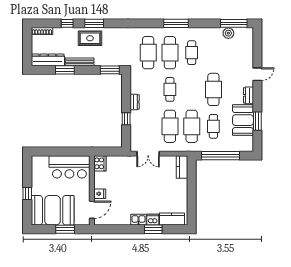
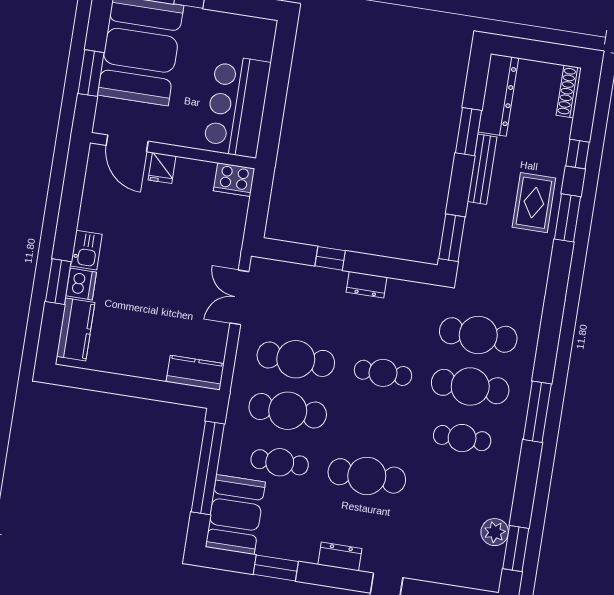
window: (234, 23) -> (516, 548), width x0.69
booth: (243, 120) -> (235, 515), moved, turned 90

